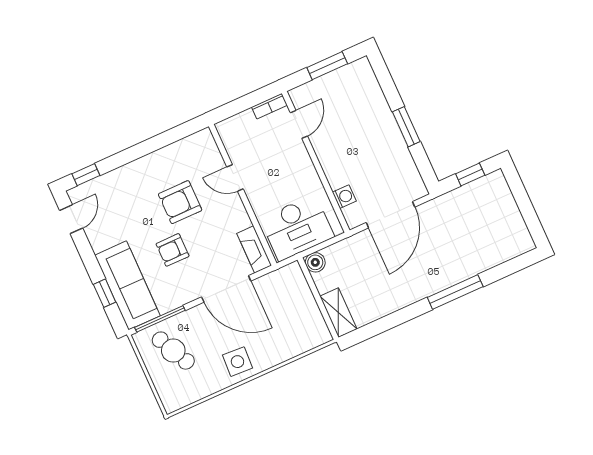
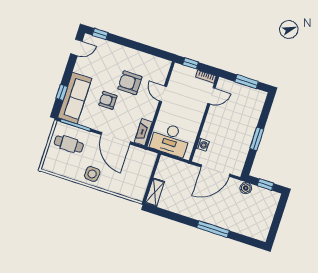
window: (235, 107) -> (190, 63), added
boiler: (315, 262) -> (246, 188), moved
cafe table: (173, 351) -> (69, 144), turned -65

